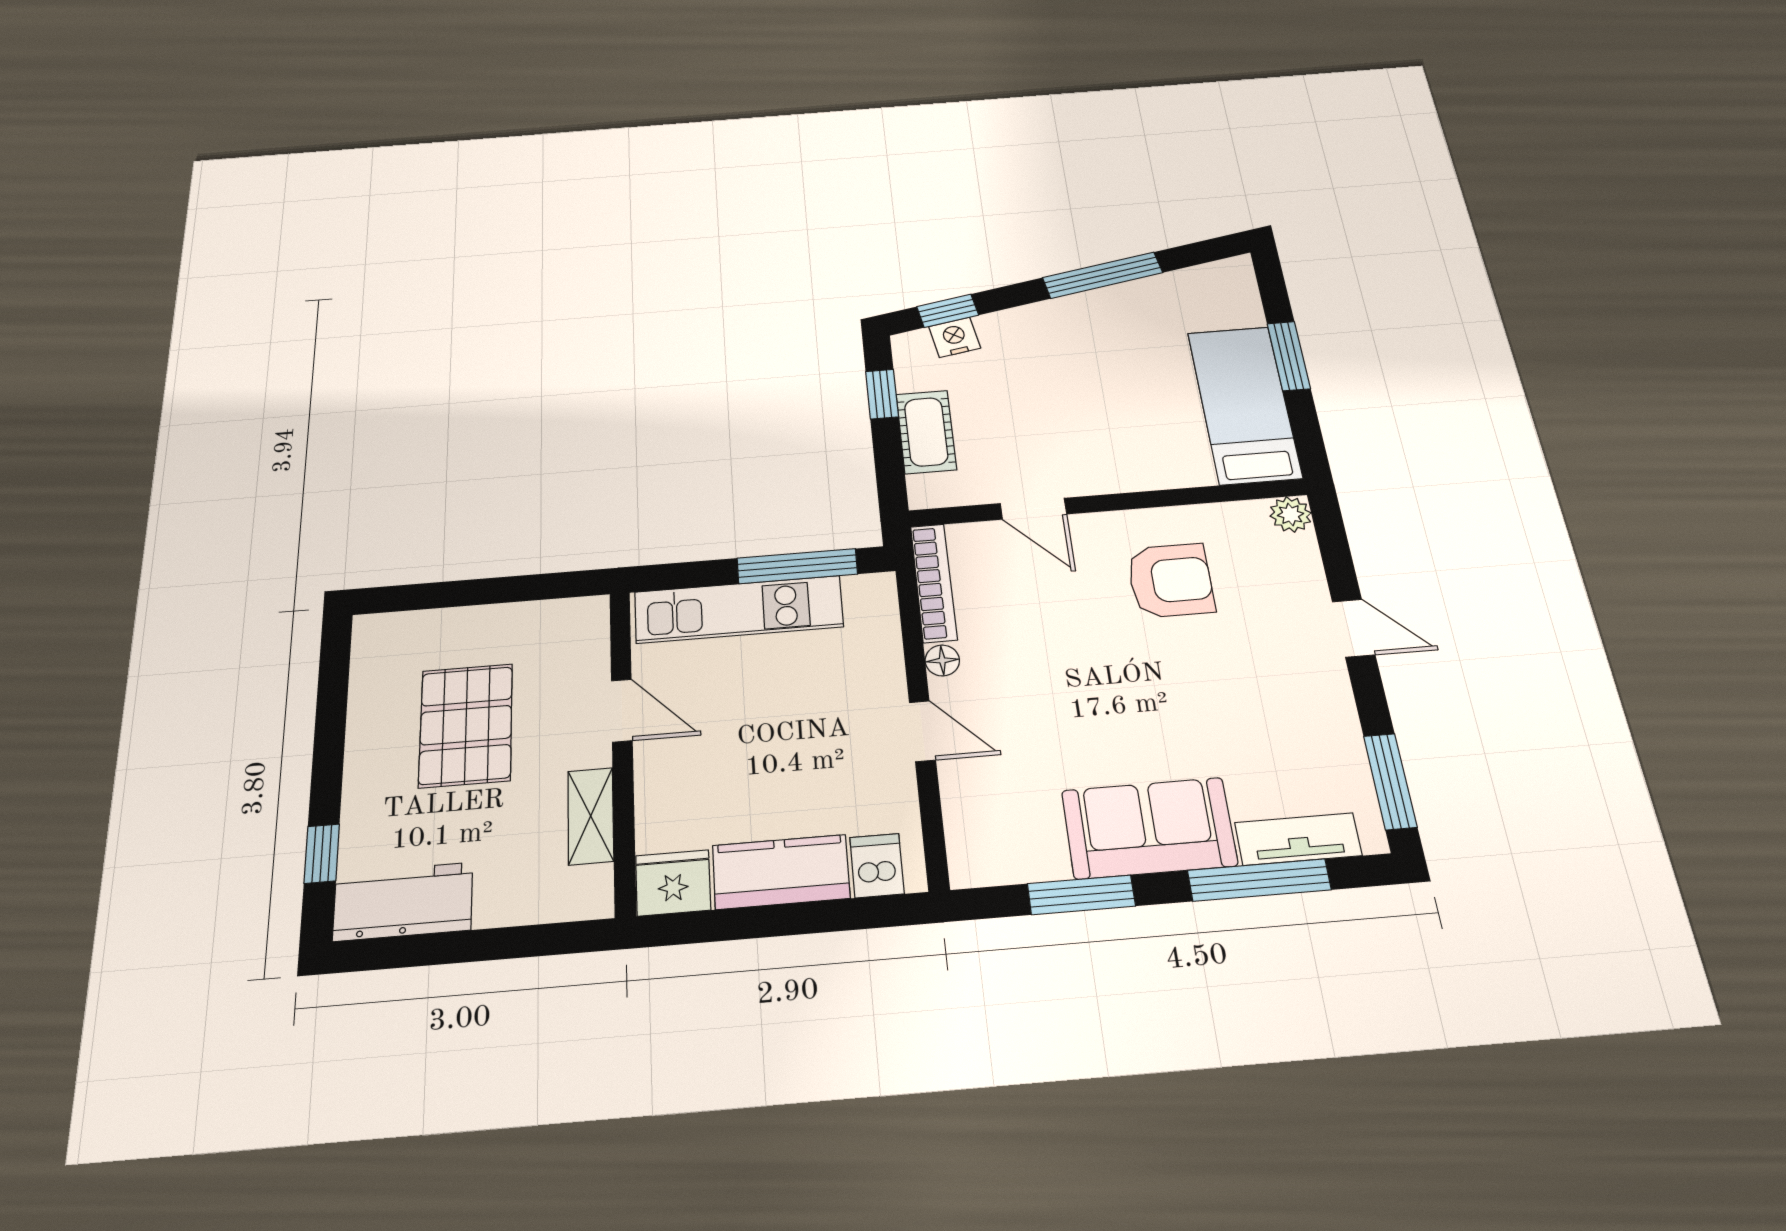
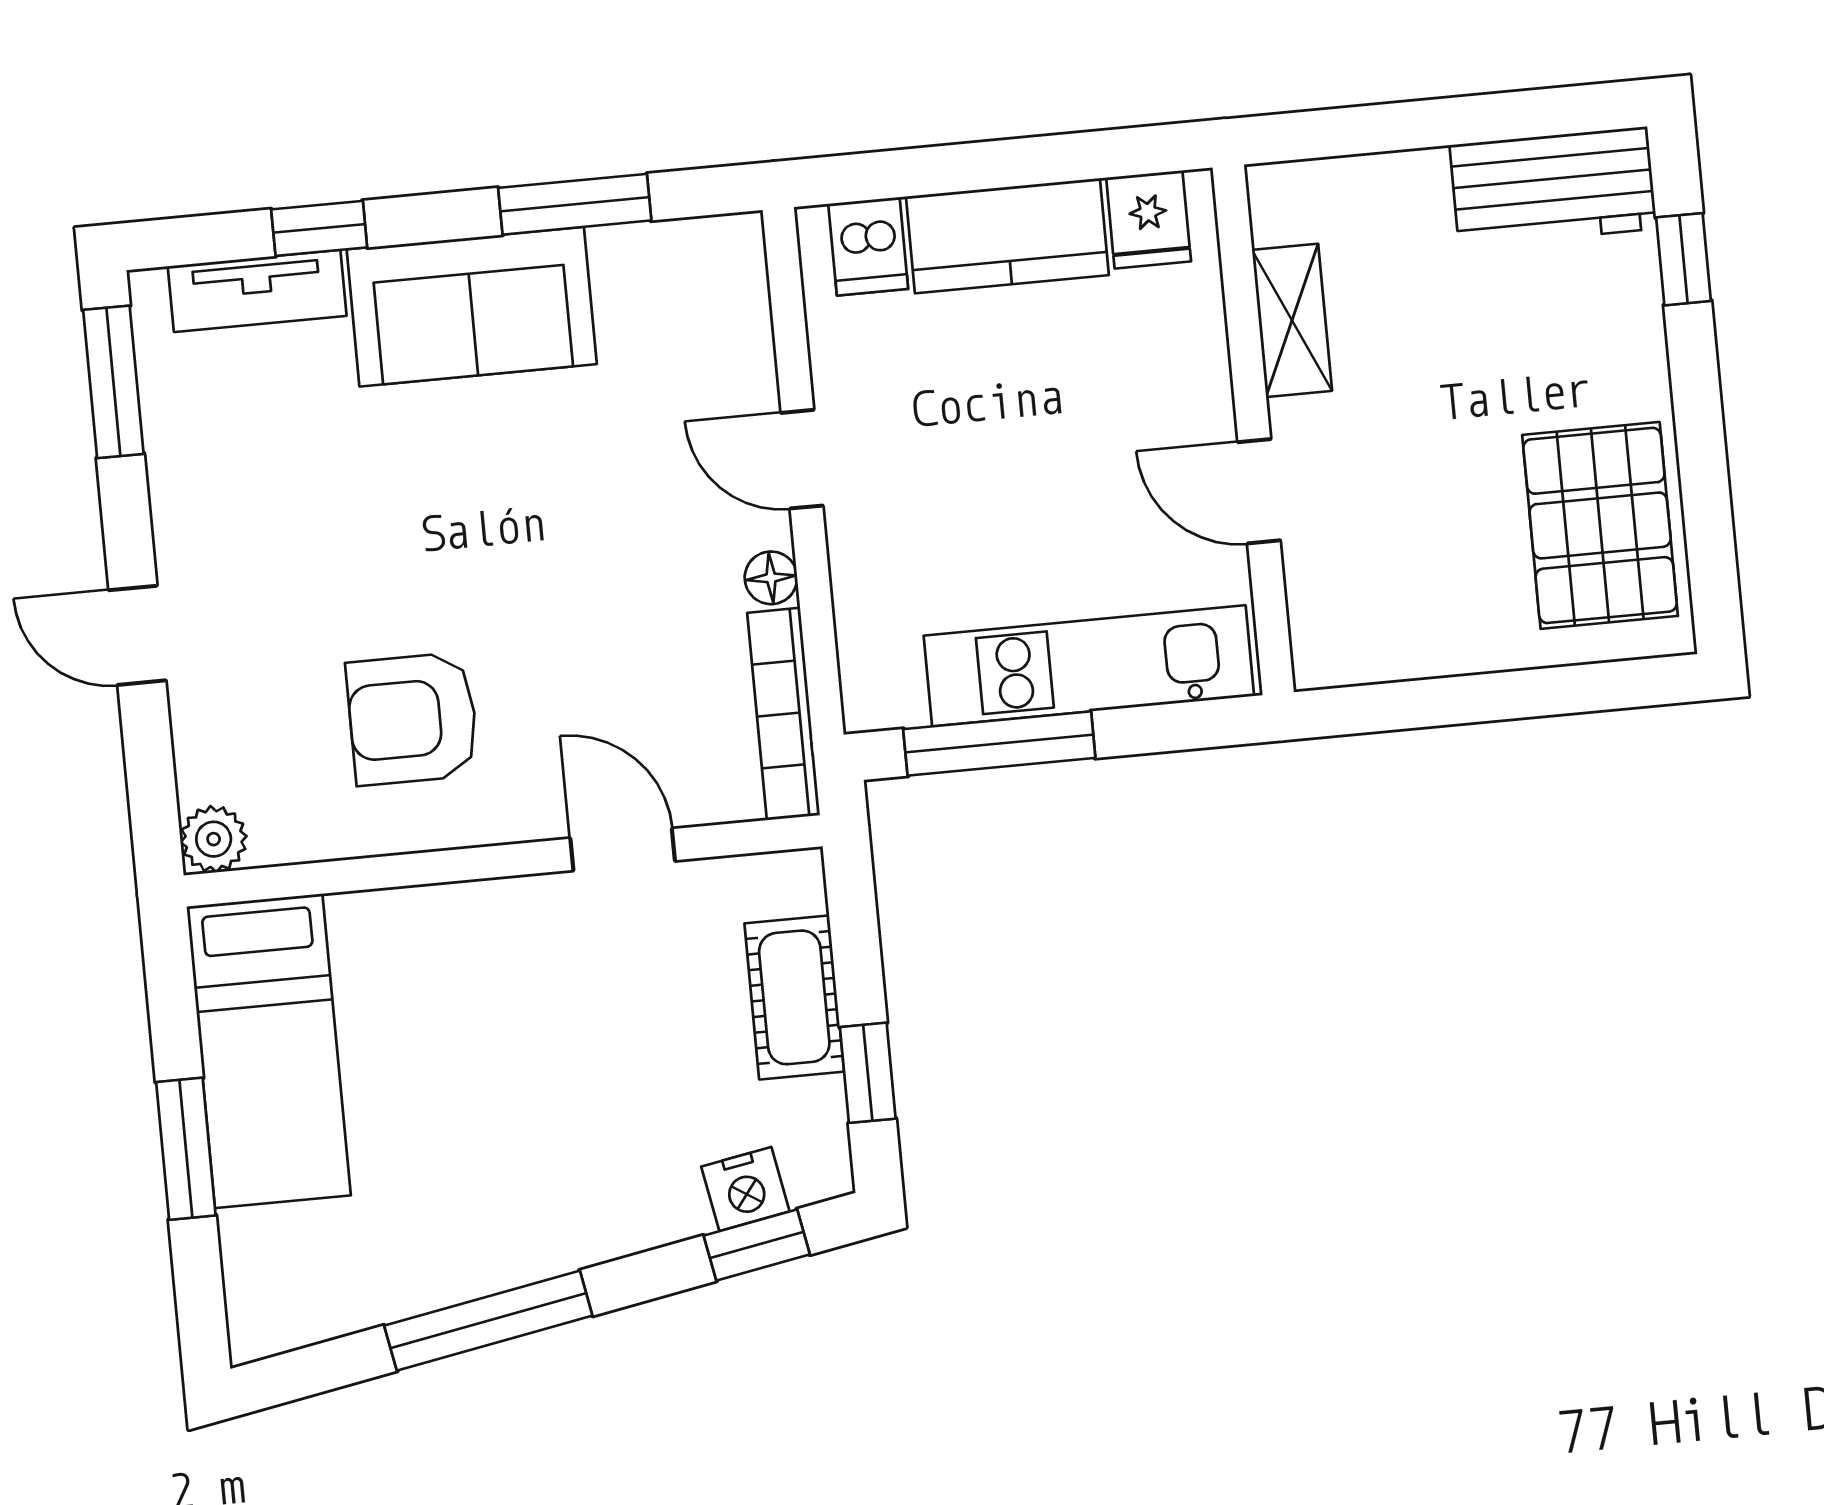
pallet: (466, 725) -> (1600, 525), moved
window: (1259, 880) -> (319, 228), width x0.46
fridge: (673, 883) -> (1149, 219), width x0.72

